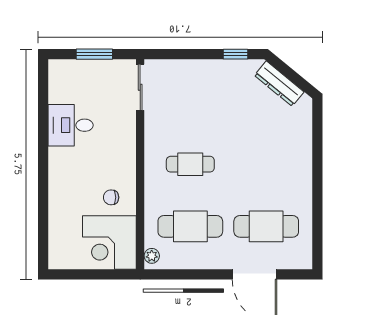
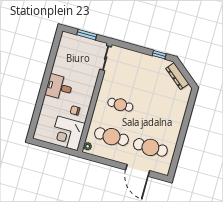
desk: (71, 125) -> (59, 87), moved

